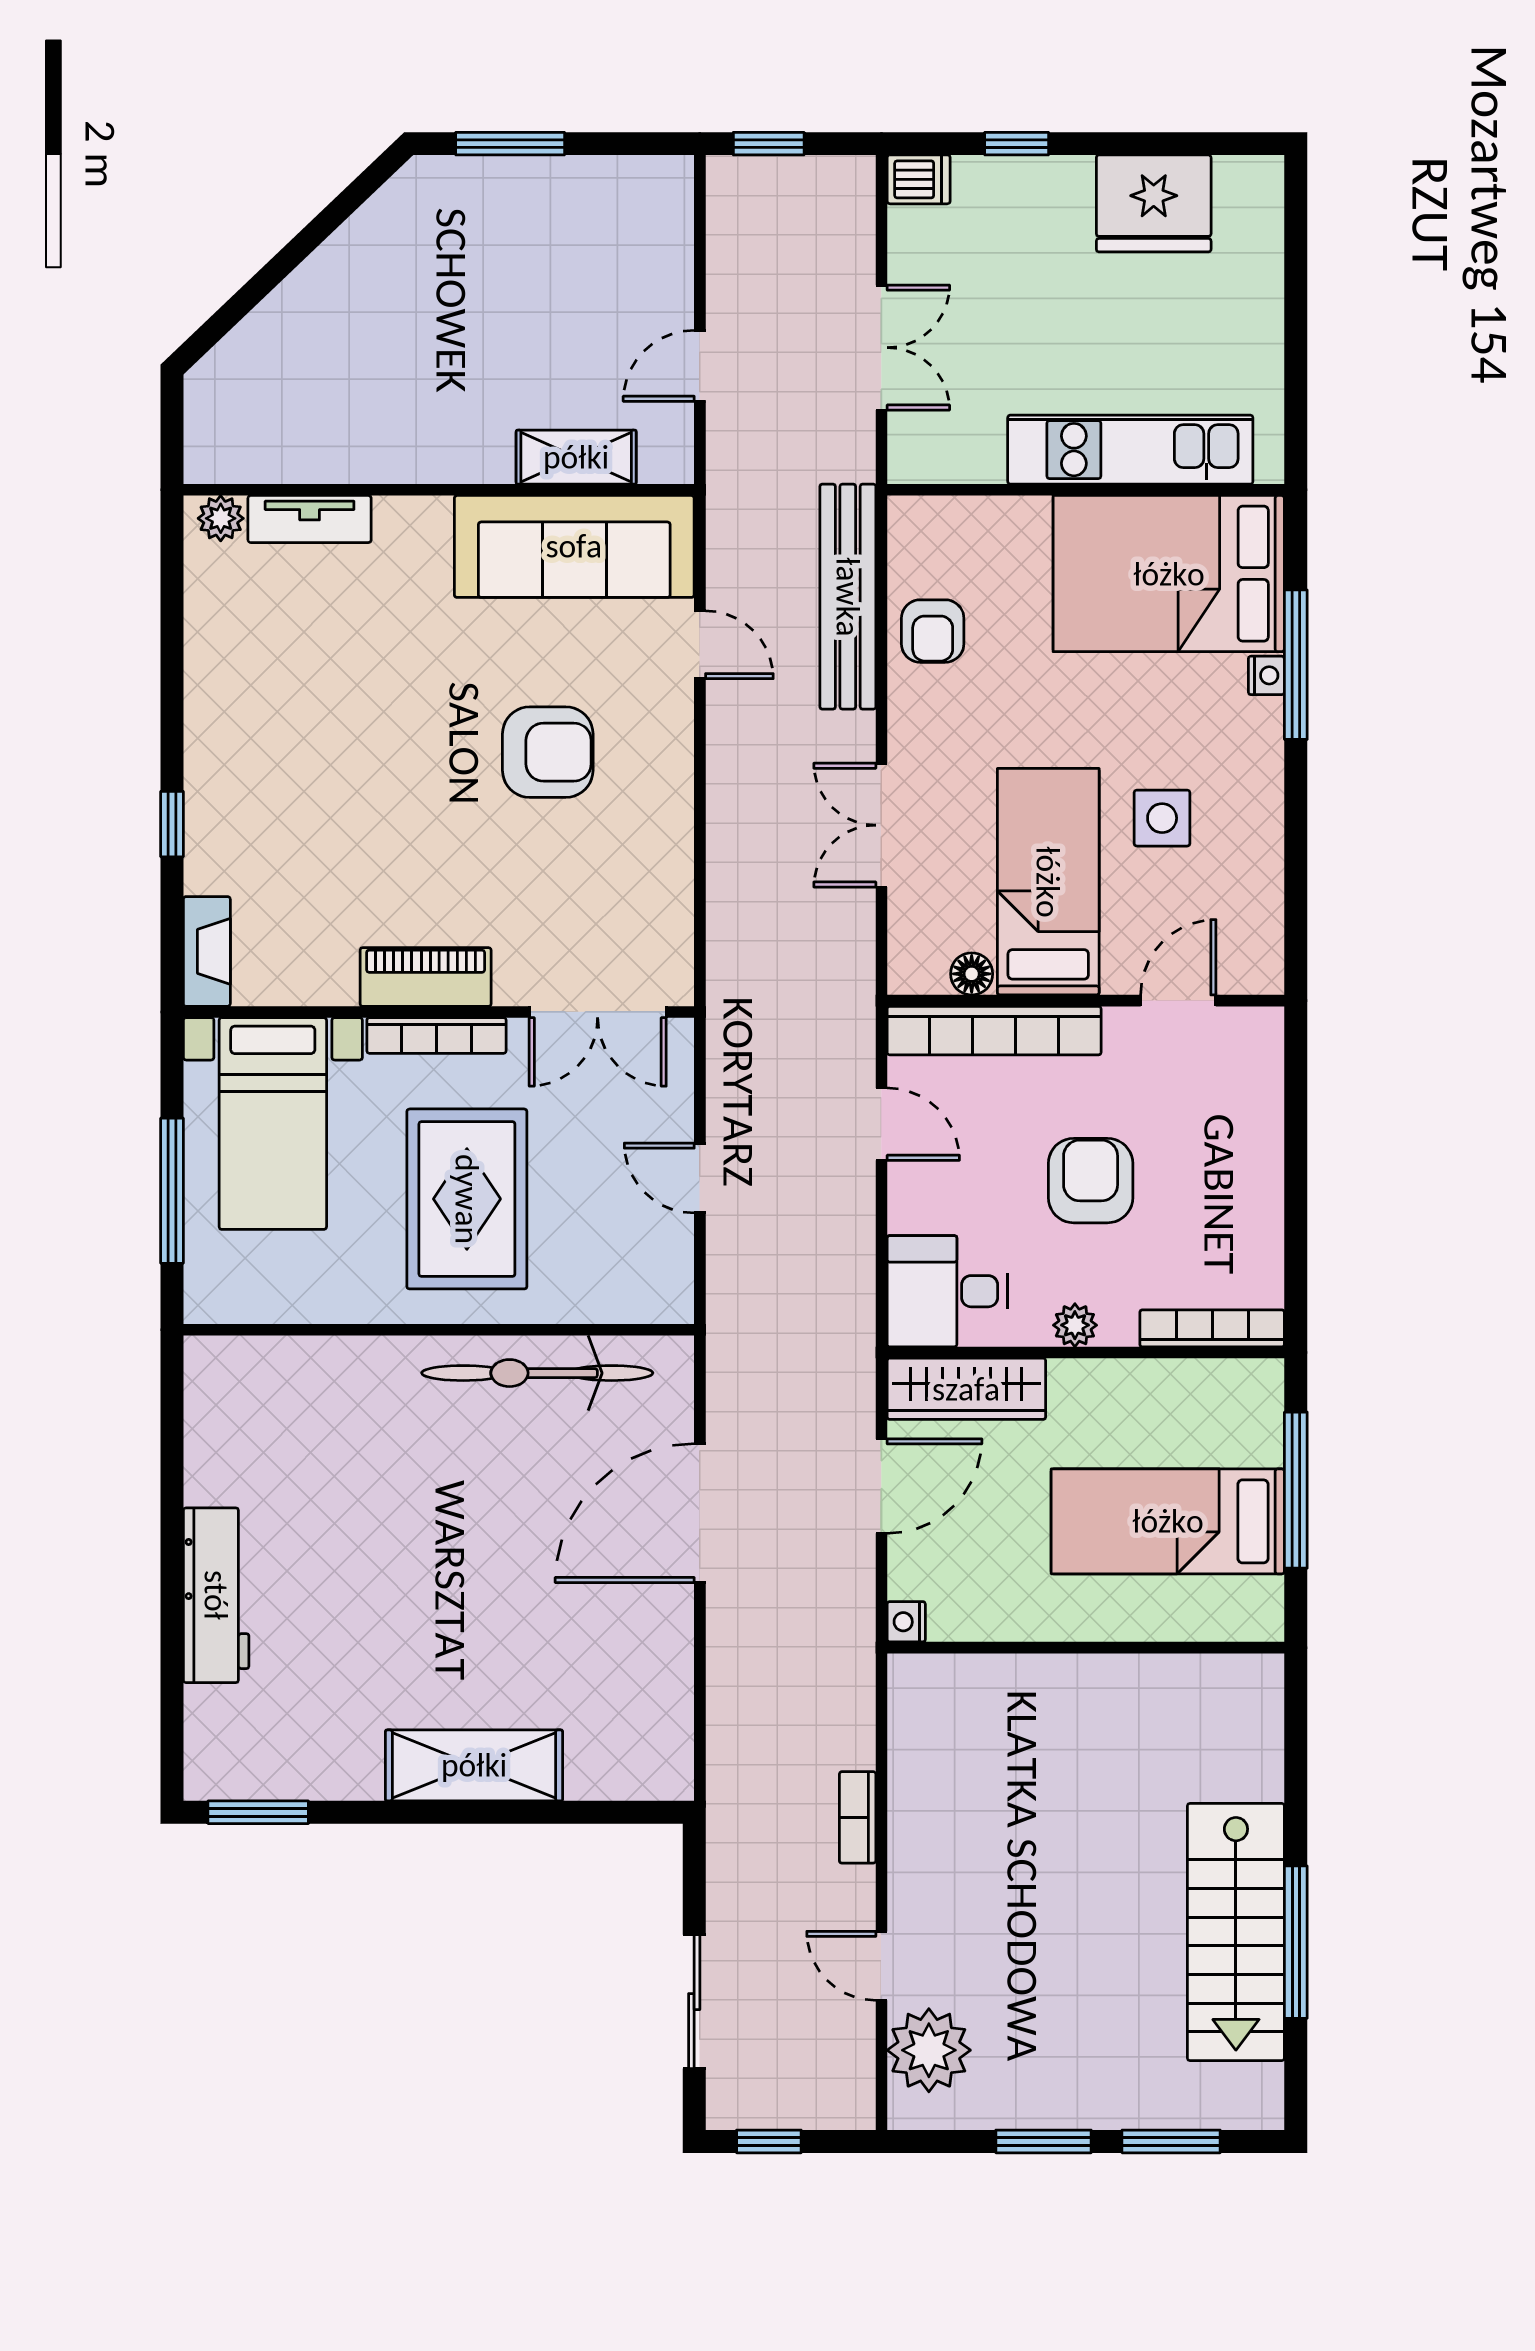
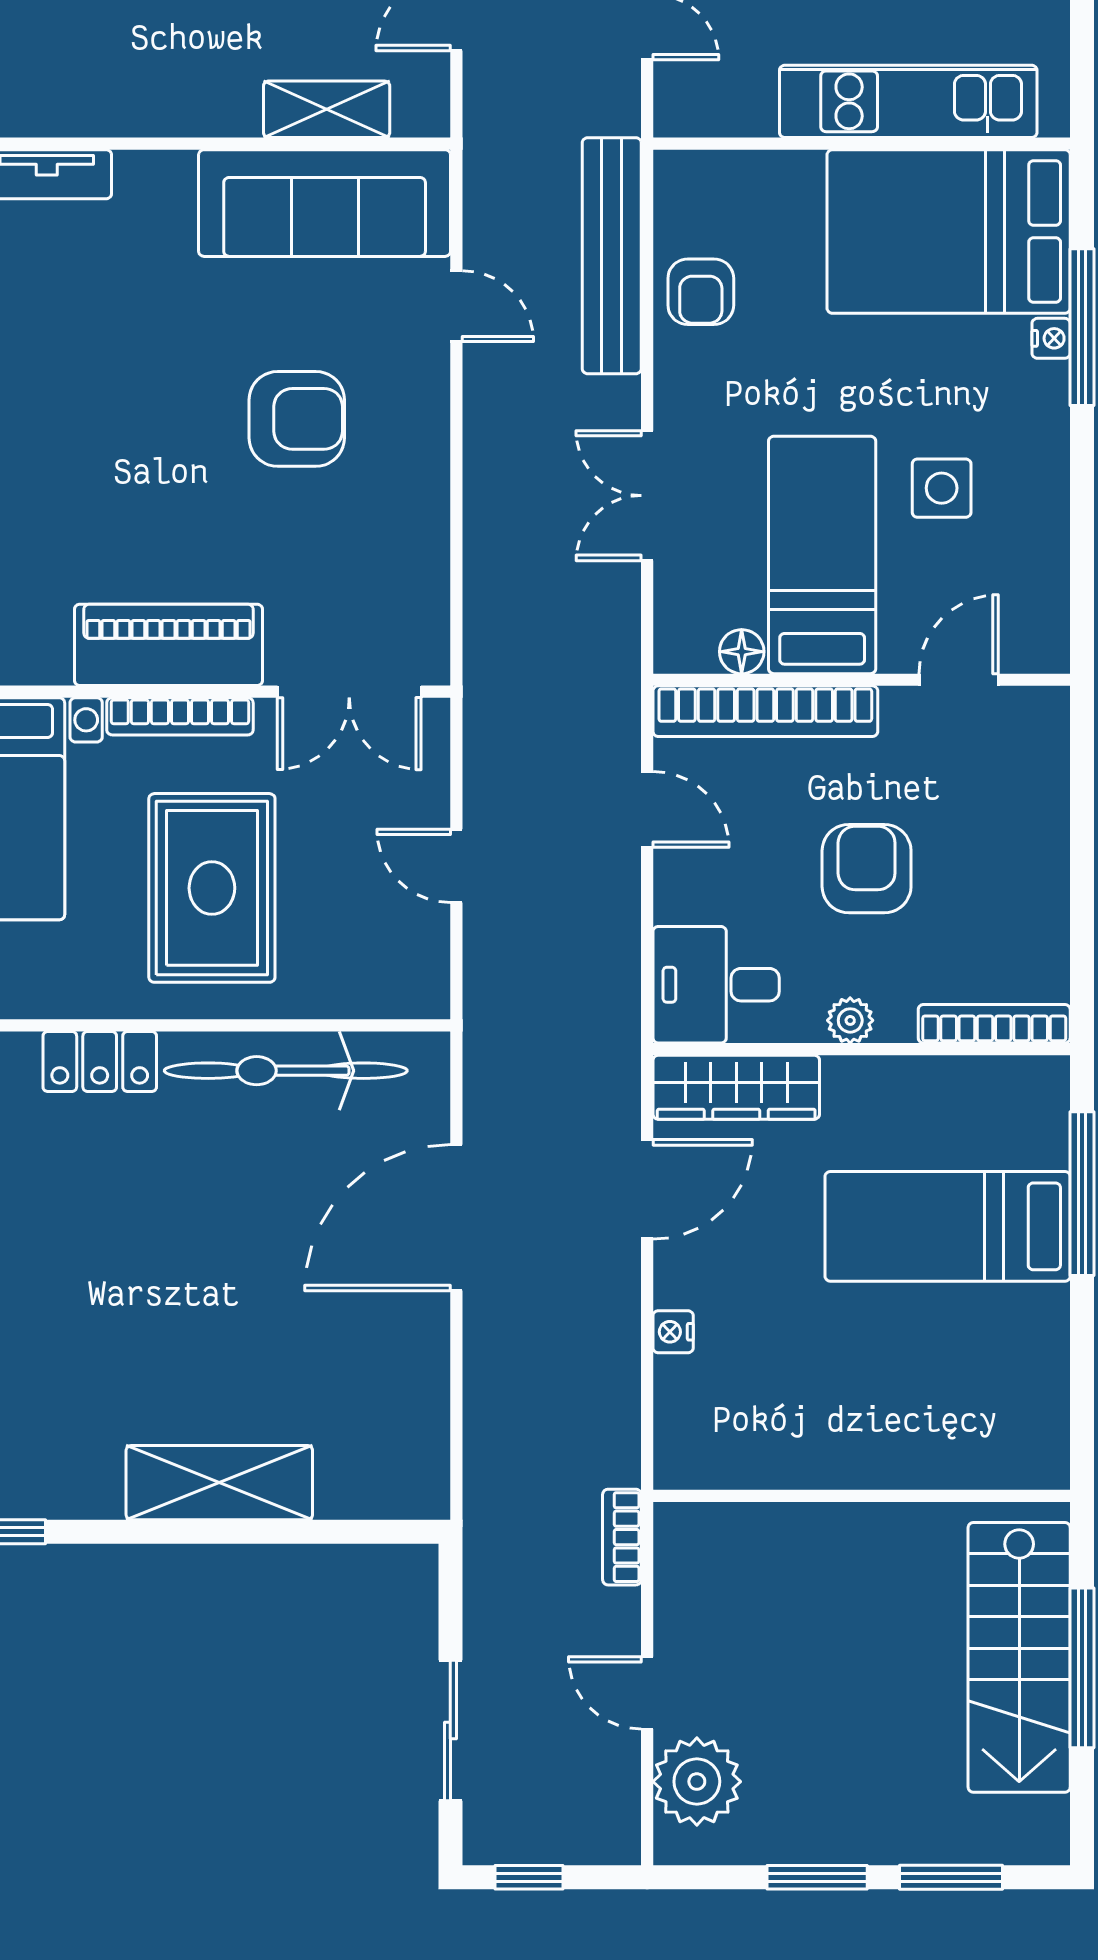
piano: (426, 977) -> (168, 645), width x1.37, depth x1.33
locker: (360, 1364) -> (100, 1061), added
wall: (1086, 1648) -> (862, 1496), moved

